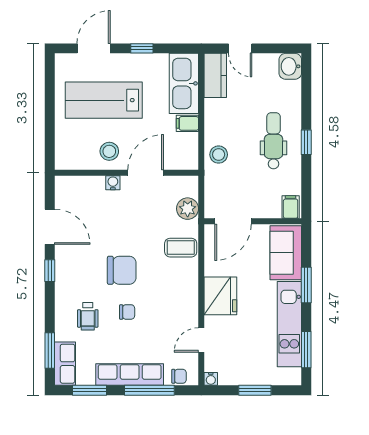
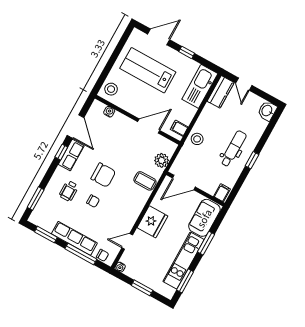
filing cabinet: (187, 123) -> (179, 128), moved
stool: (109, 151) -> (111, 89), moved
water cooler: (113, 183) -> (109, 112), moved
row of seats: (65, 364) -> (71, 155), moved

